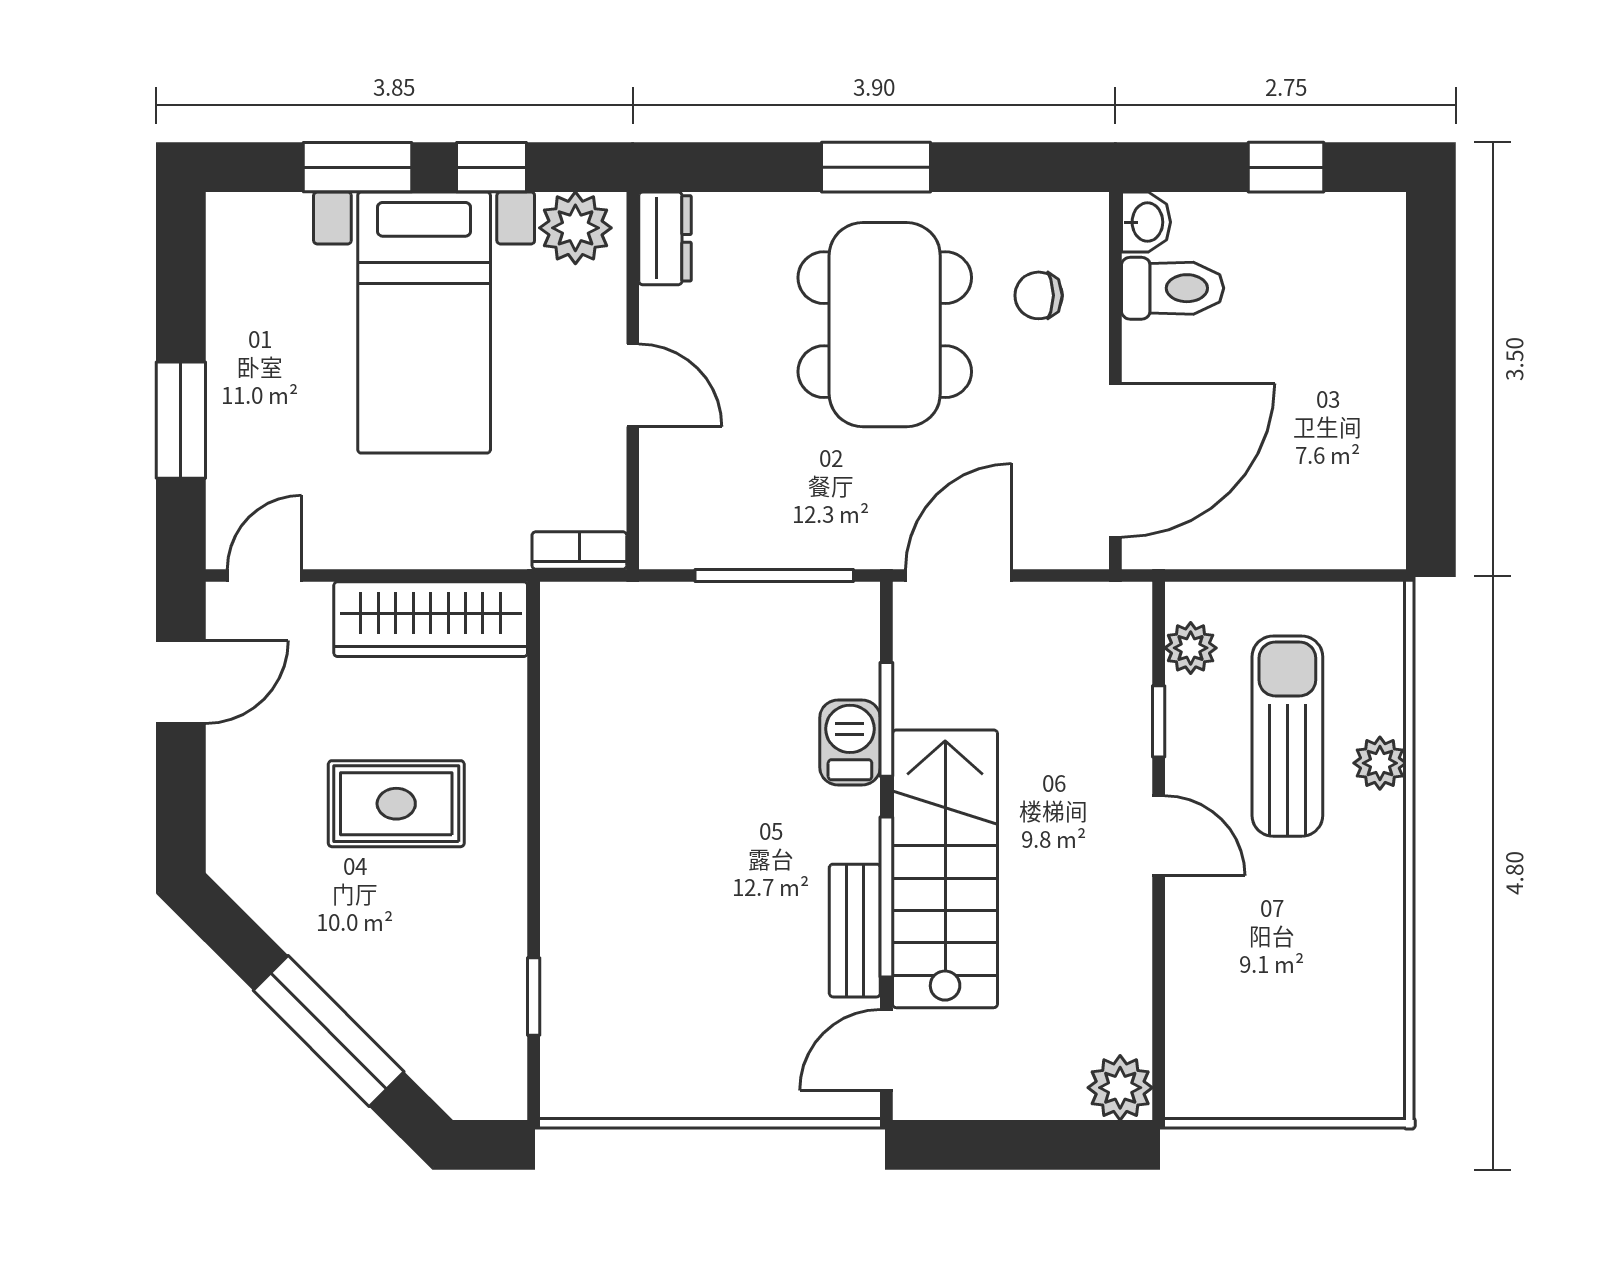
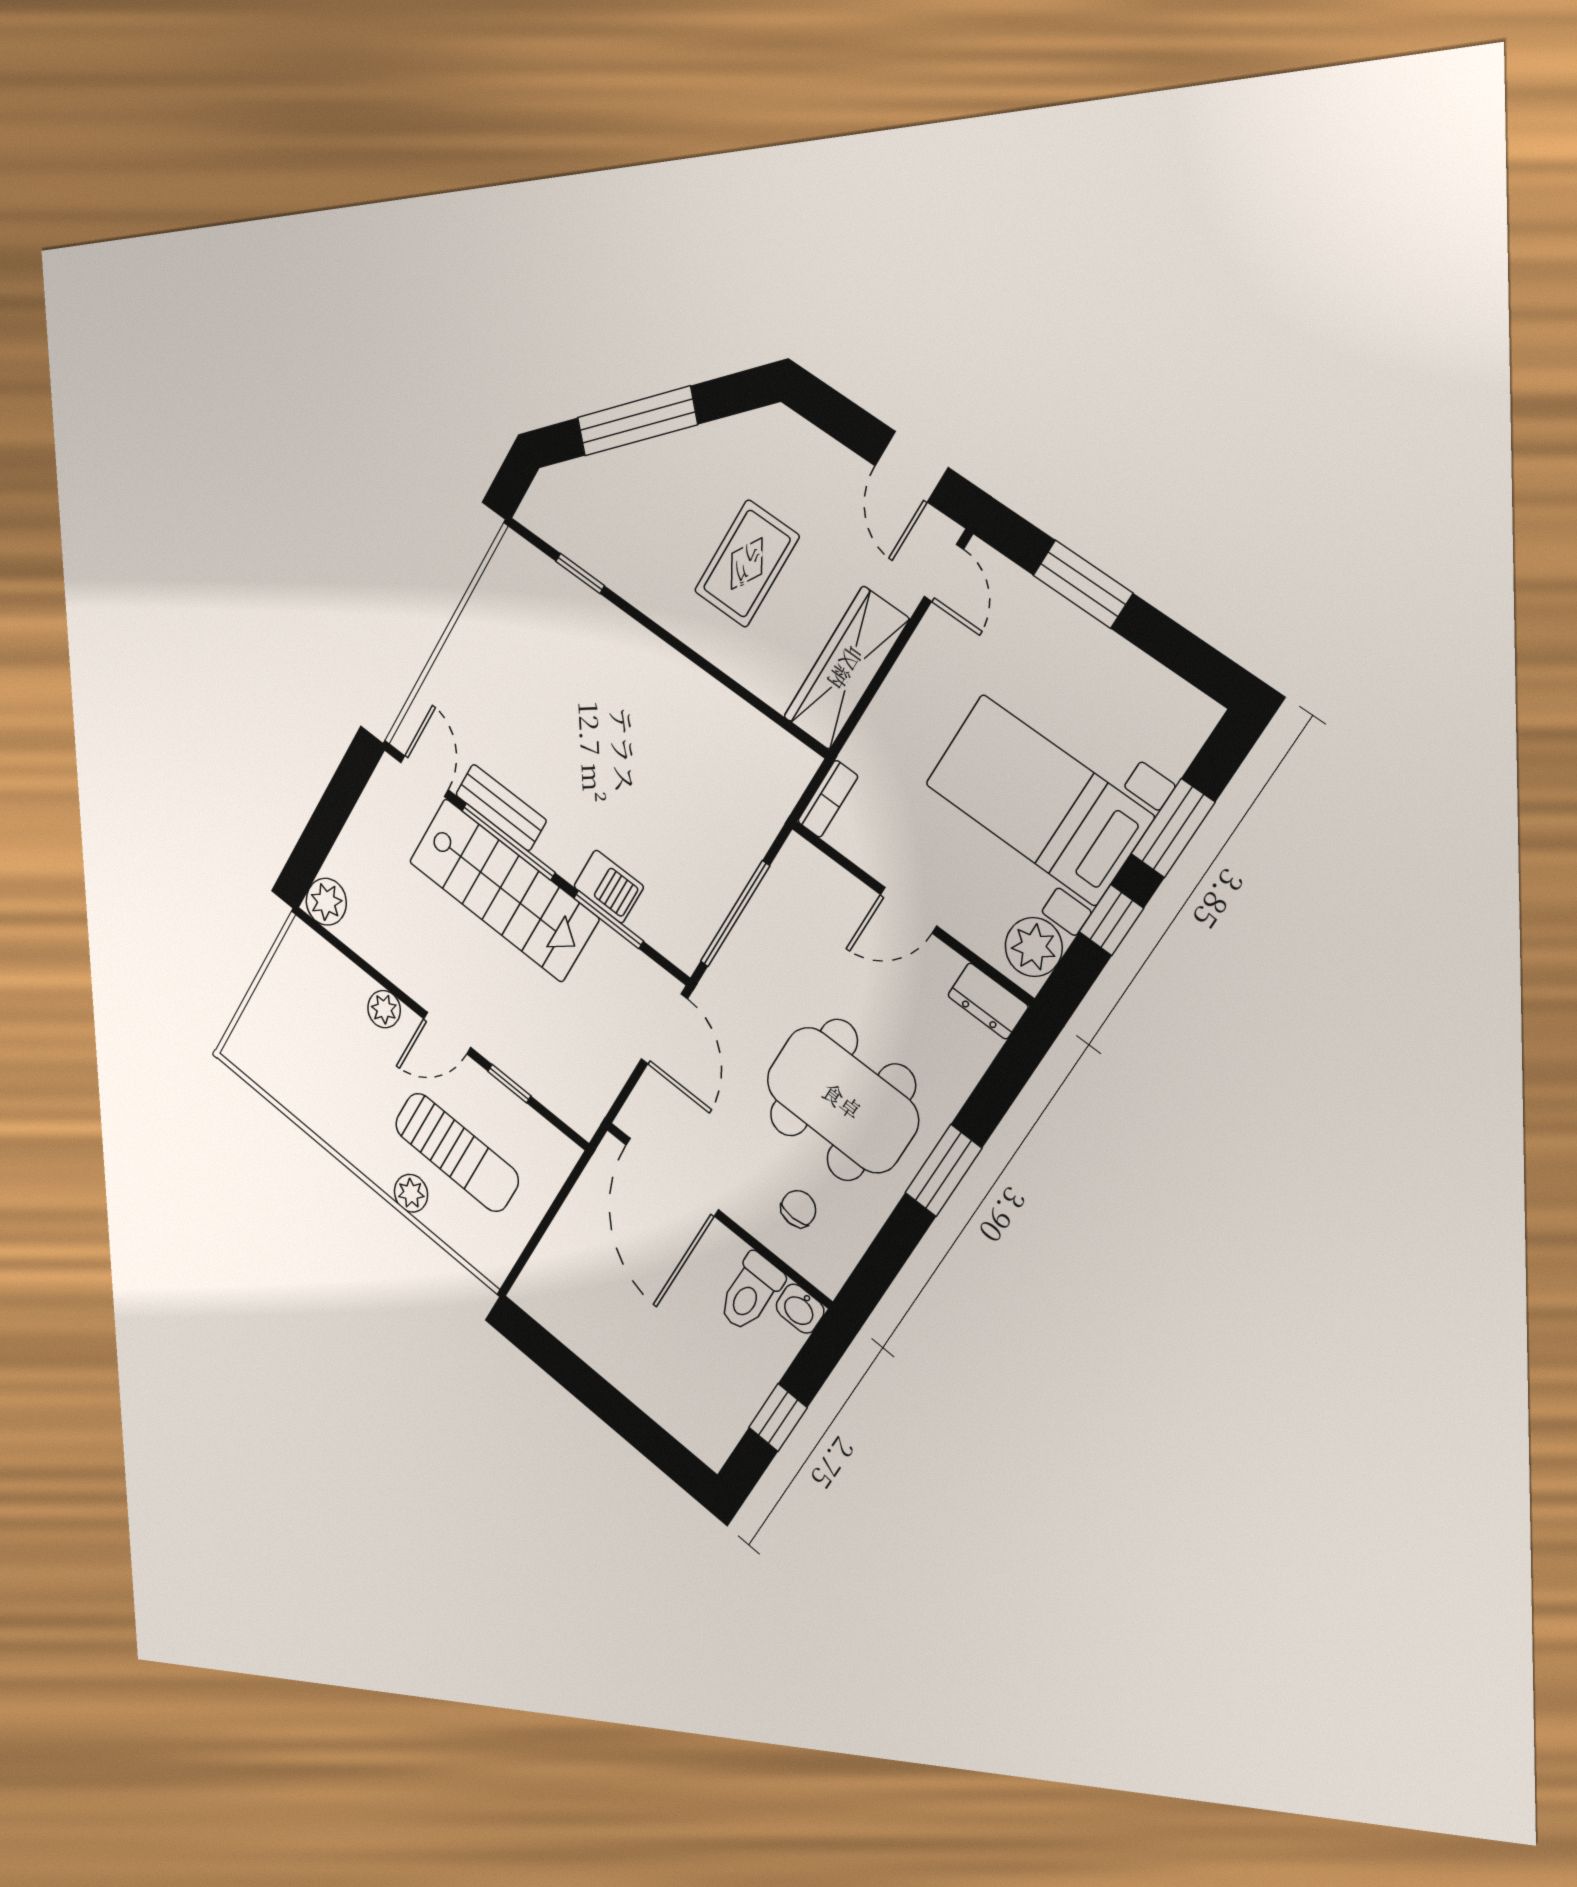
plant: (1191, 648) -> (384, 1009), moved

